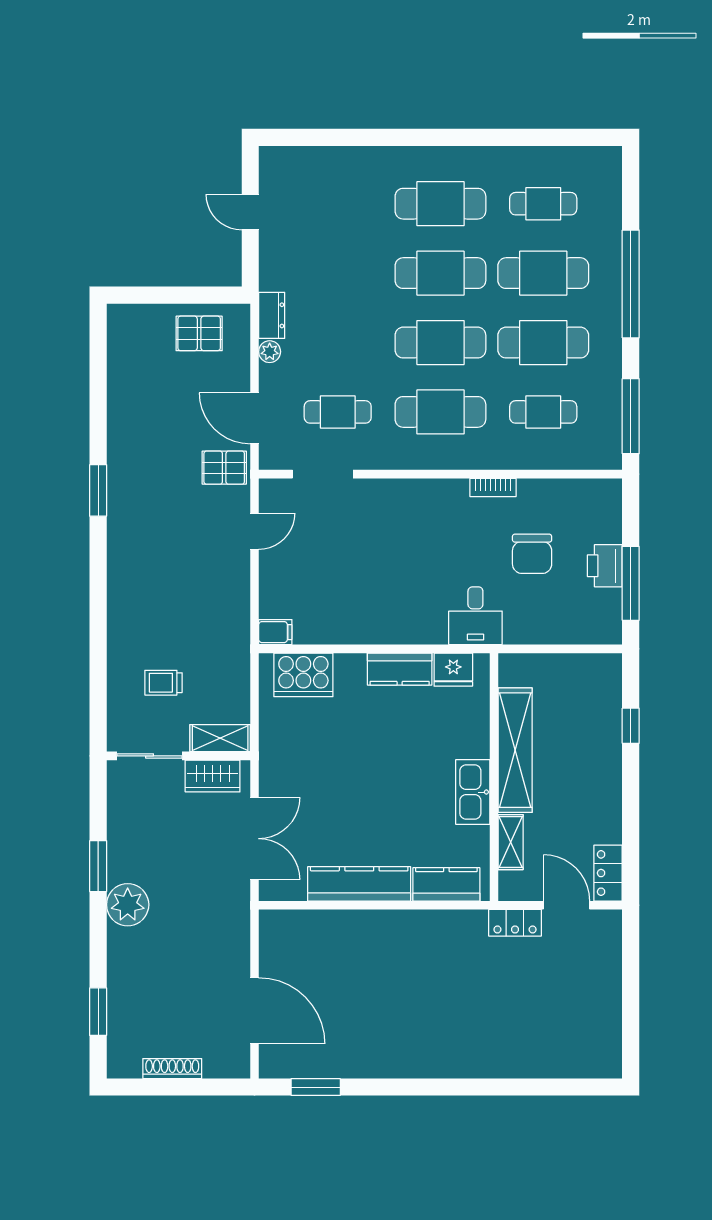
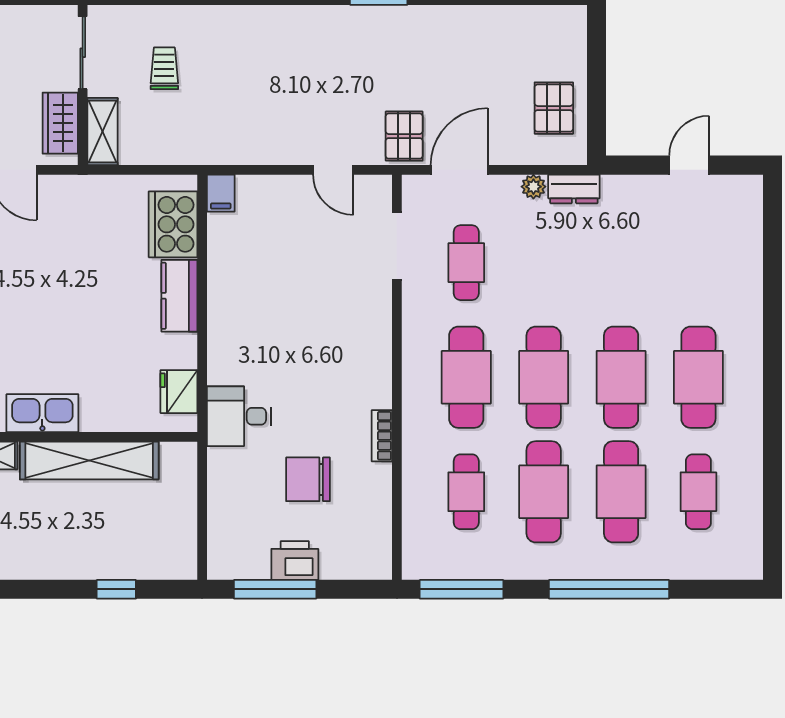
kitchen counter: (400, 669) -> (179, 296), moved

